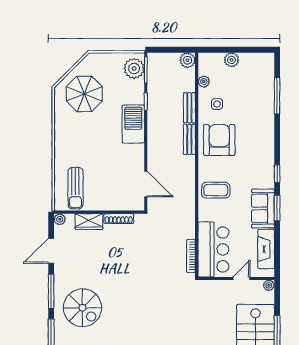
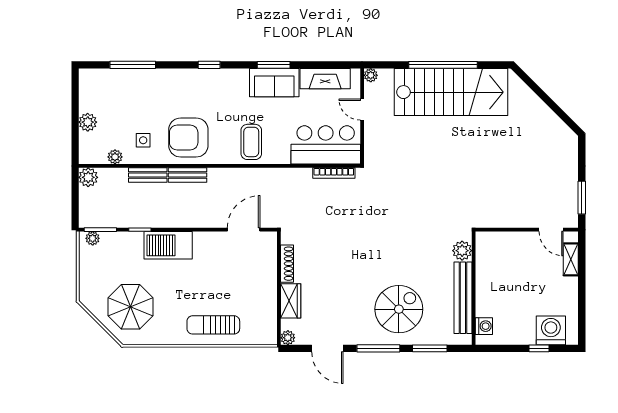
plant: (134, 68) -> (93, 238), width x0.53, depth x0.53
window: (277, 174) -> (209, 65), moved
sun lounger: (75, 188) -> (213, 325), moved, turned 180

